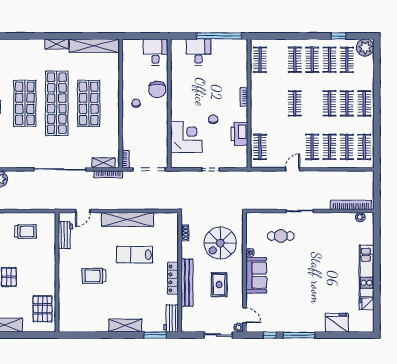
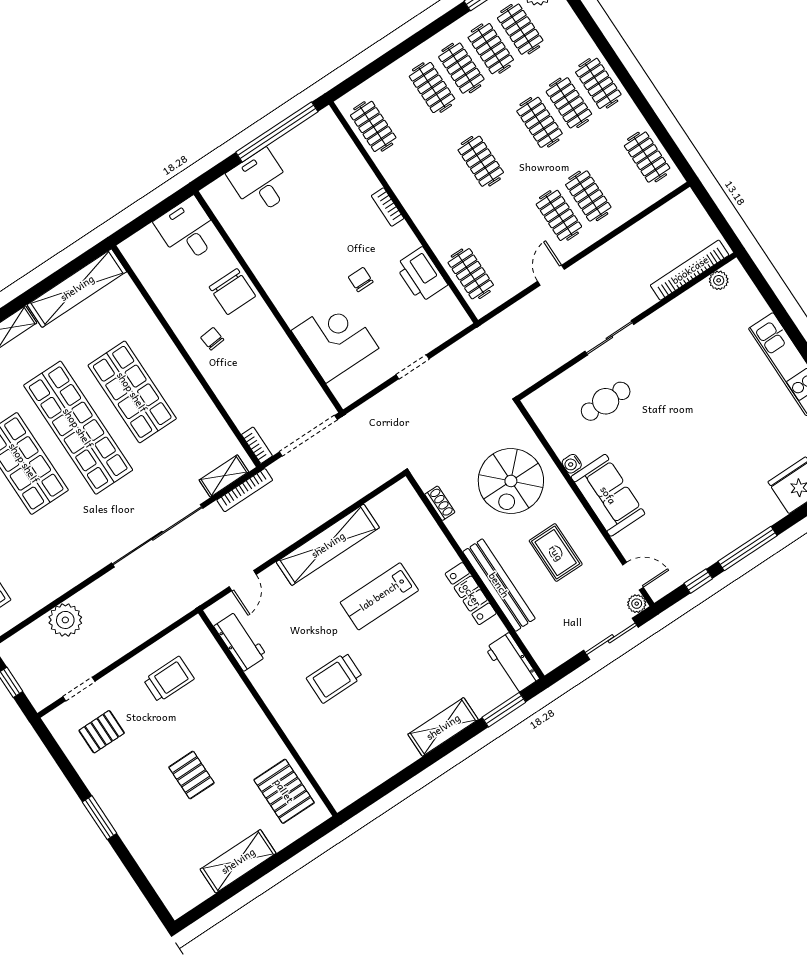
clothes rail: (347, 147) -> (618, 177), removed

